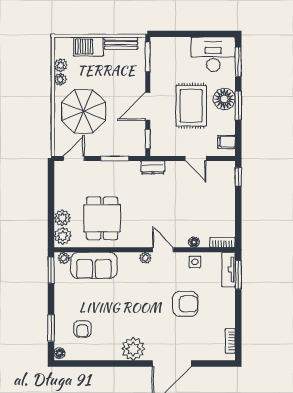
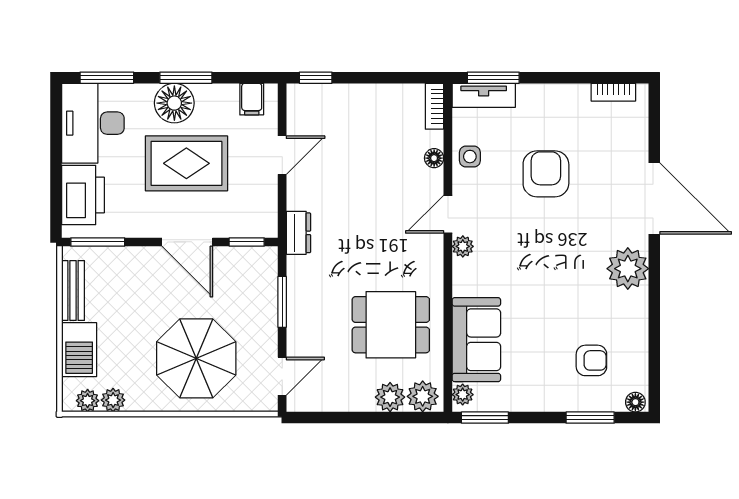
printer: (174, 49) -> (83, 195), added
plant: (60, 79) -> (88, 401), moved
door: (74, 158) -> (282, 376), swing flipped

